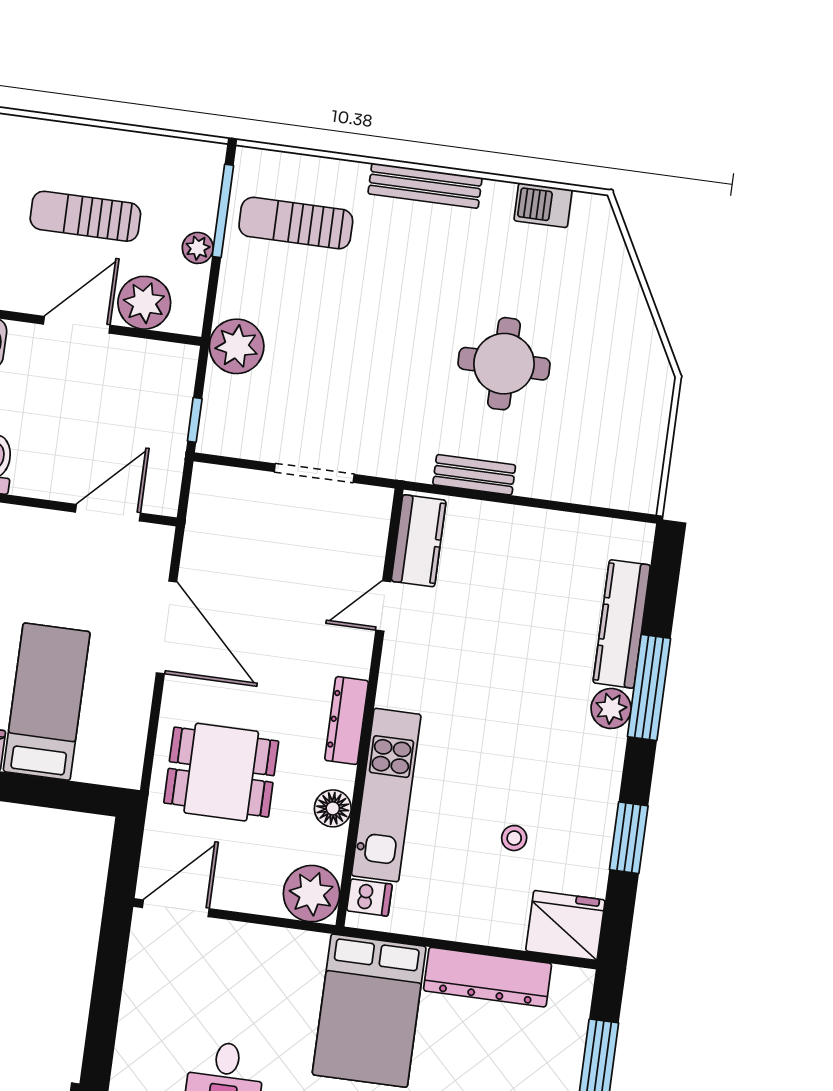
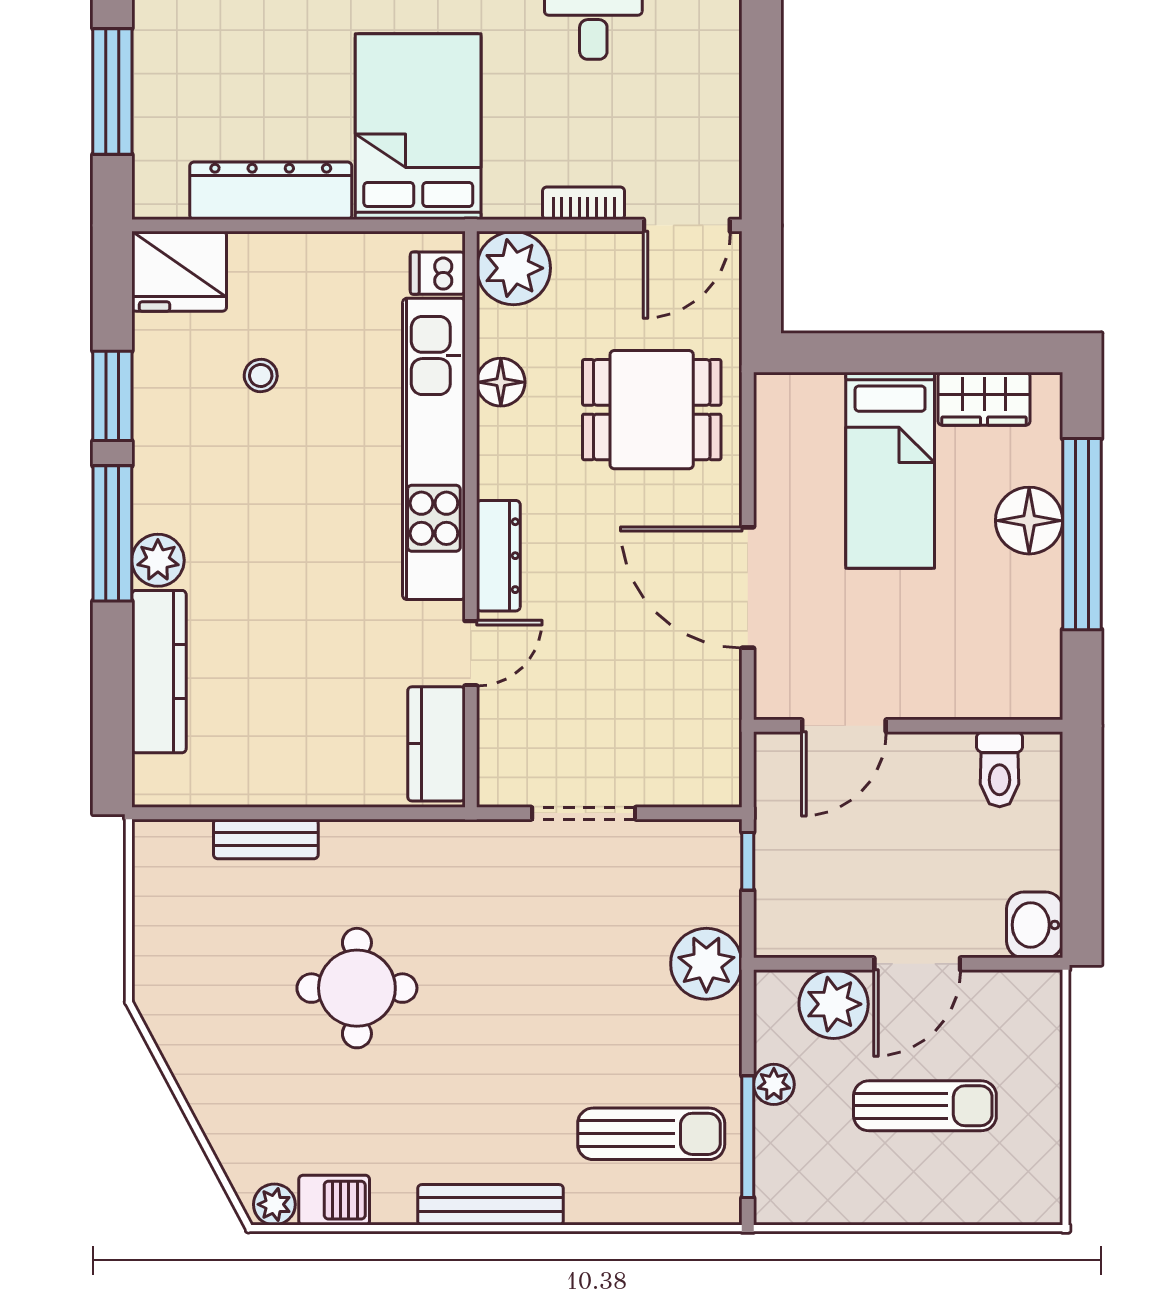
plant: (589, 208) -> (274, 1204), added
bench: (474, 475) -> (266, 839), moved
window: (649, 688) -> (112, 533), moved
dresser: (347, 721) -> (498, 556), moved
kitchen unit: (386, 795) -> (434, 449), width x1.36
bookcase: (252, 936) -> (584, 203), added

